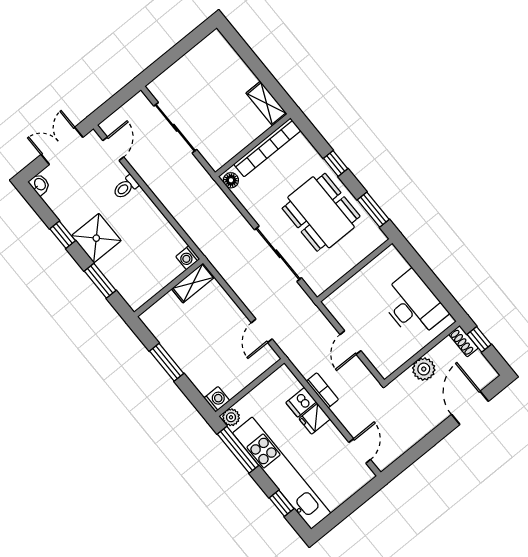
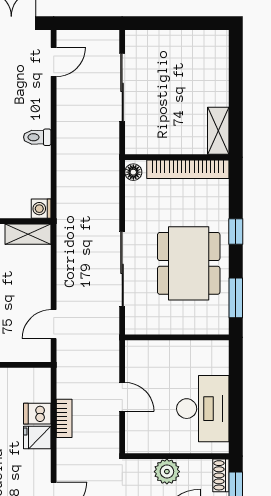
toilet: (126, 187) -> (37, 137), moved
door: (350, 343) -> (122, 397), swing flipped

